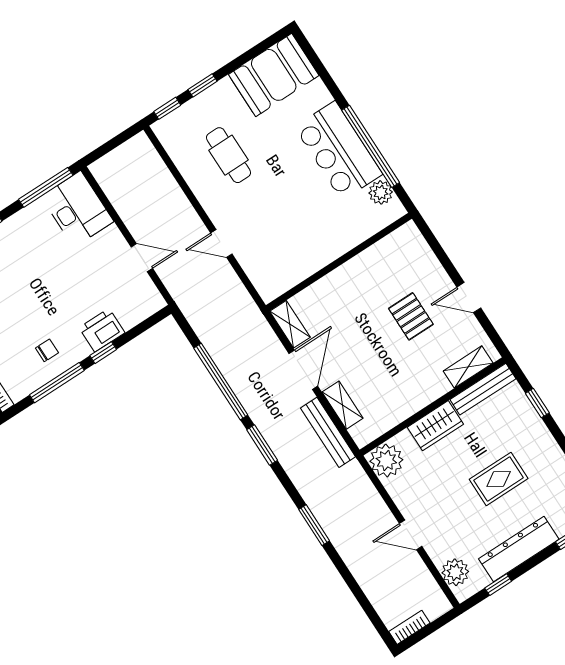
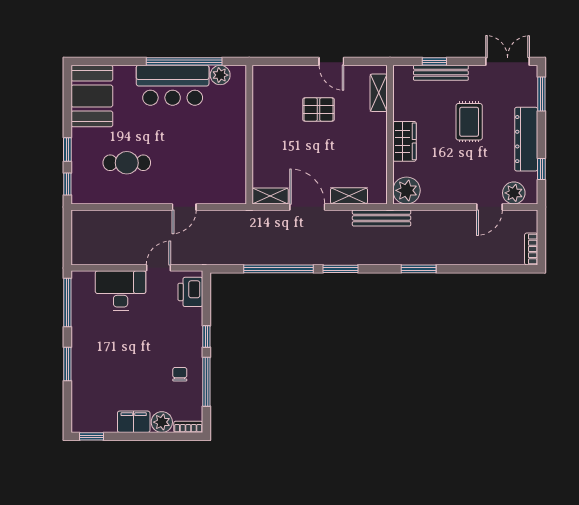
desk: (77, 209) -> (121, 290), moved
door: (469, 298) -> (331, 61), hinge flipped
printer: (102, 330) -> (190, 292), moved
bench: (483, 389) -> (441, 73), moved, turned 90
bench: (328, 432) -> (382, 218), moved
door: (411, 535) -> (489, 207), moved

